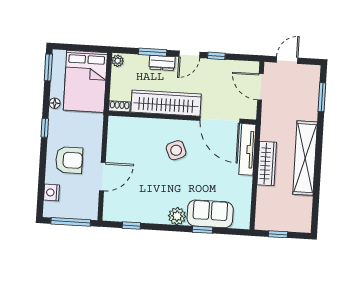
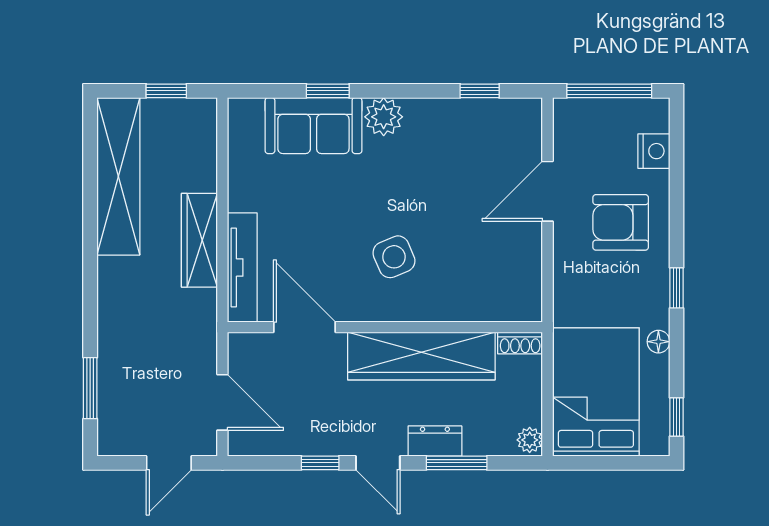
door: (189, 54) -> (378, 463), swing flipped
window: (48, 67) -> (676, 417), width x0.67
door: (220, 120) -> (305, 327), width x0.73
shelving: (305, 158) -> (118, 176), moved

